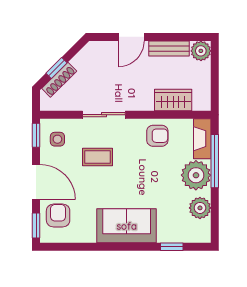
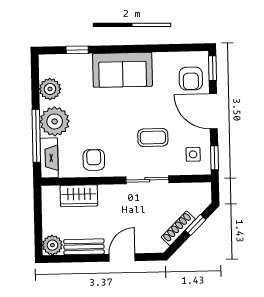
shoe rack: (59, 80) -> (178, 228), moved
armchair: (157, 136) -> (94, 160), turned 90

